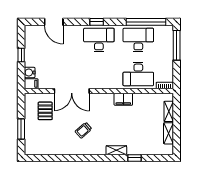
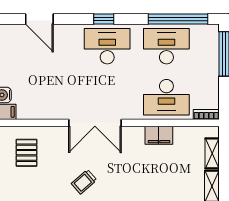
double door: (72, 91) -> (95, 123), moved
filing cabinet: (123, 99) -> (159, 135), moved

